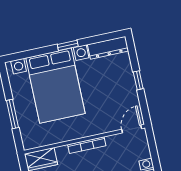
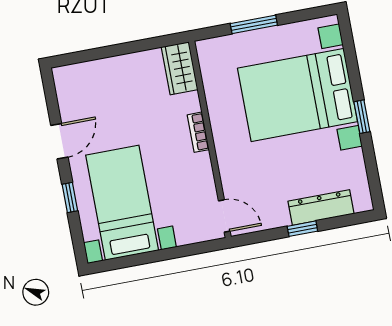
dresser: (108, 48) -> (321, 207), moved, turned 90
bookcase: (87, 145) -> (198, 132), width x0.64

